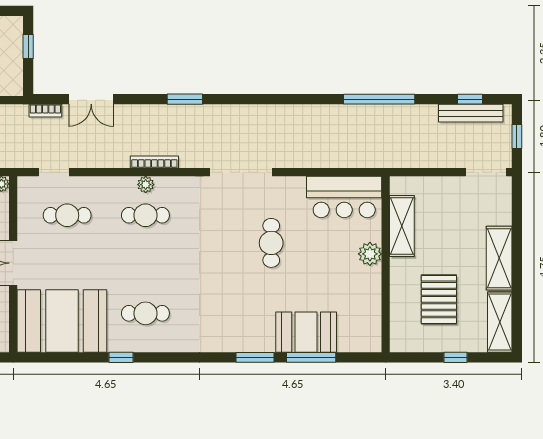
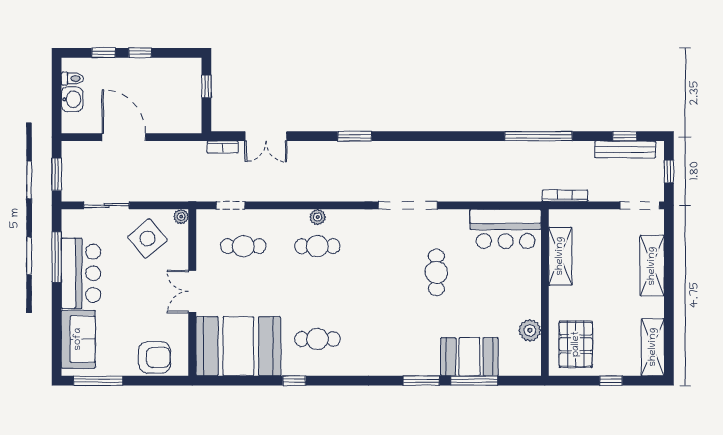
bookcase: (154, 162) -> (565, 196), moved
plant: (370, 254) -> (530, 330), moved
shelving: (499, 258) -> (652, 266), moved
pallet: (439, 299) -> (576, 344), moved

